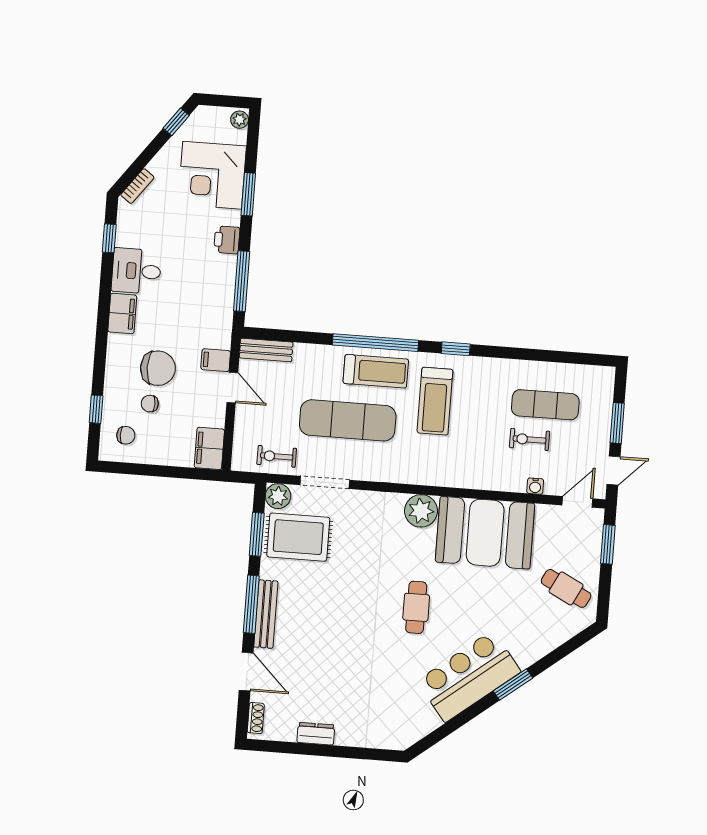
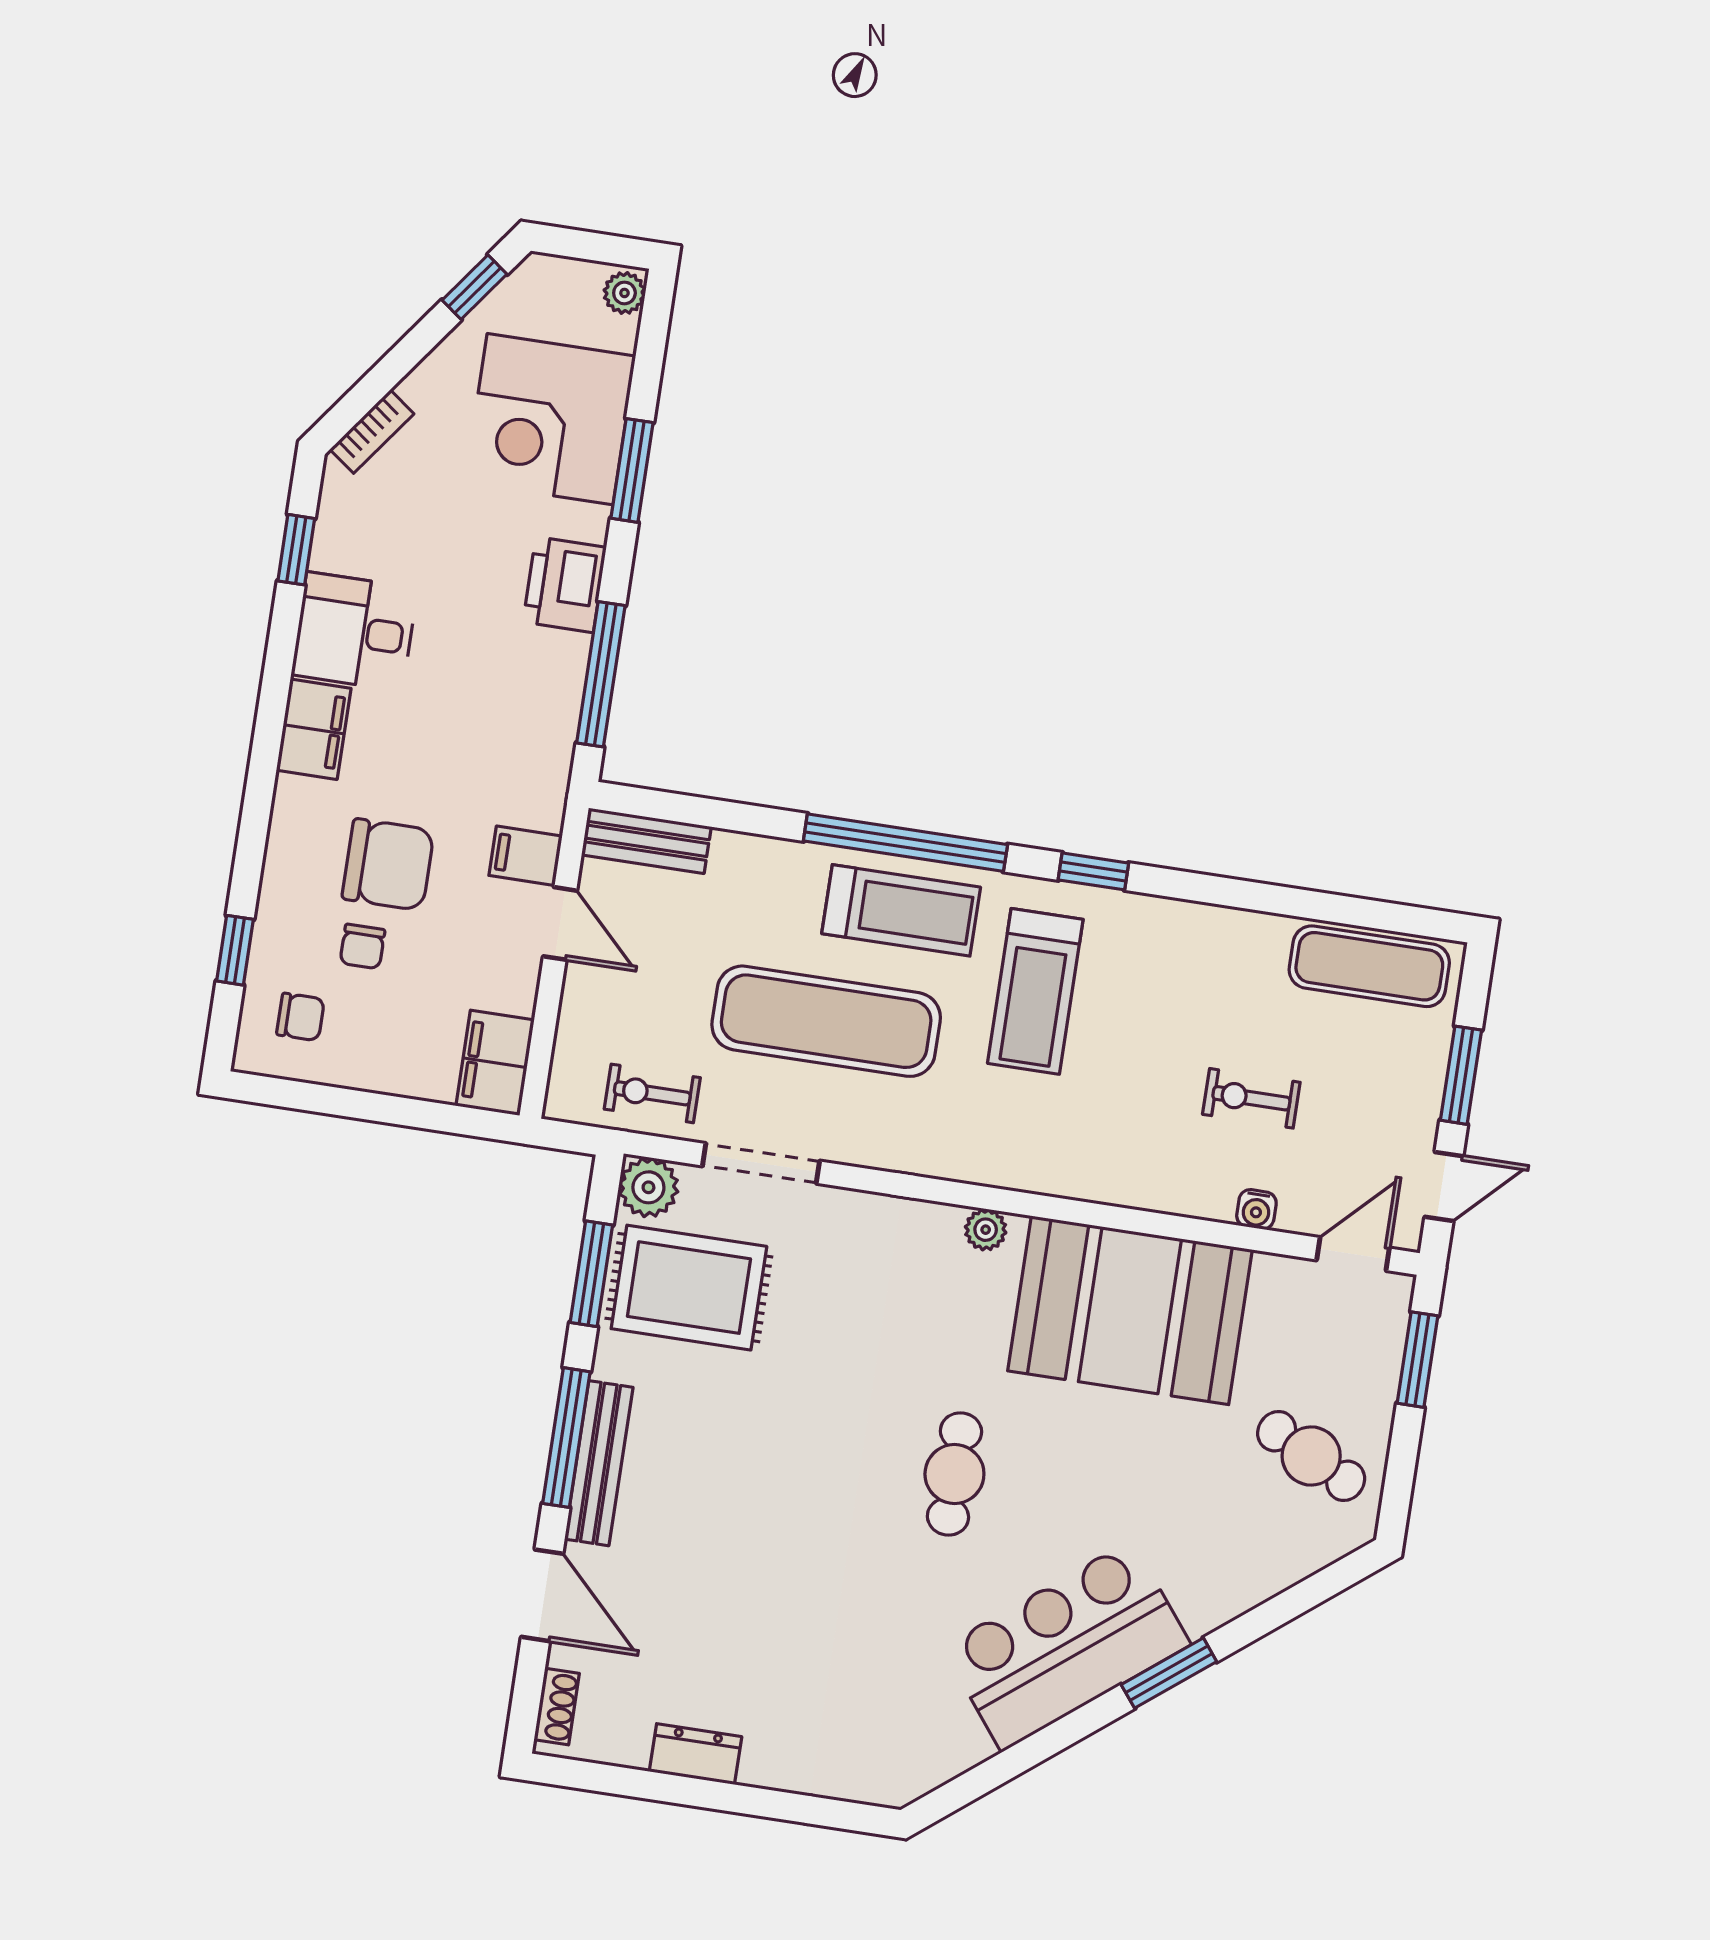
printer: (227, 240) -> (565, 585), width x1.36, depth x1.24
chair: (150, 404) -> (362, 946), turned -90
exercise mat: (545, 405) -> (1369, 966), moved
plant: (421, 511) -> (986, 1230), width x0.53, depth x0.53

